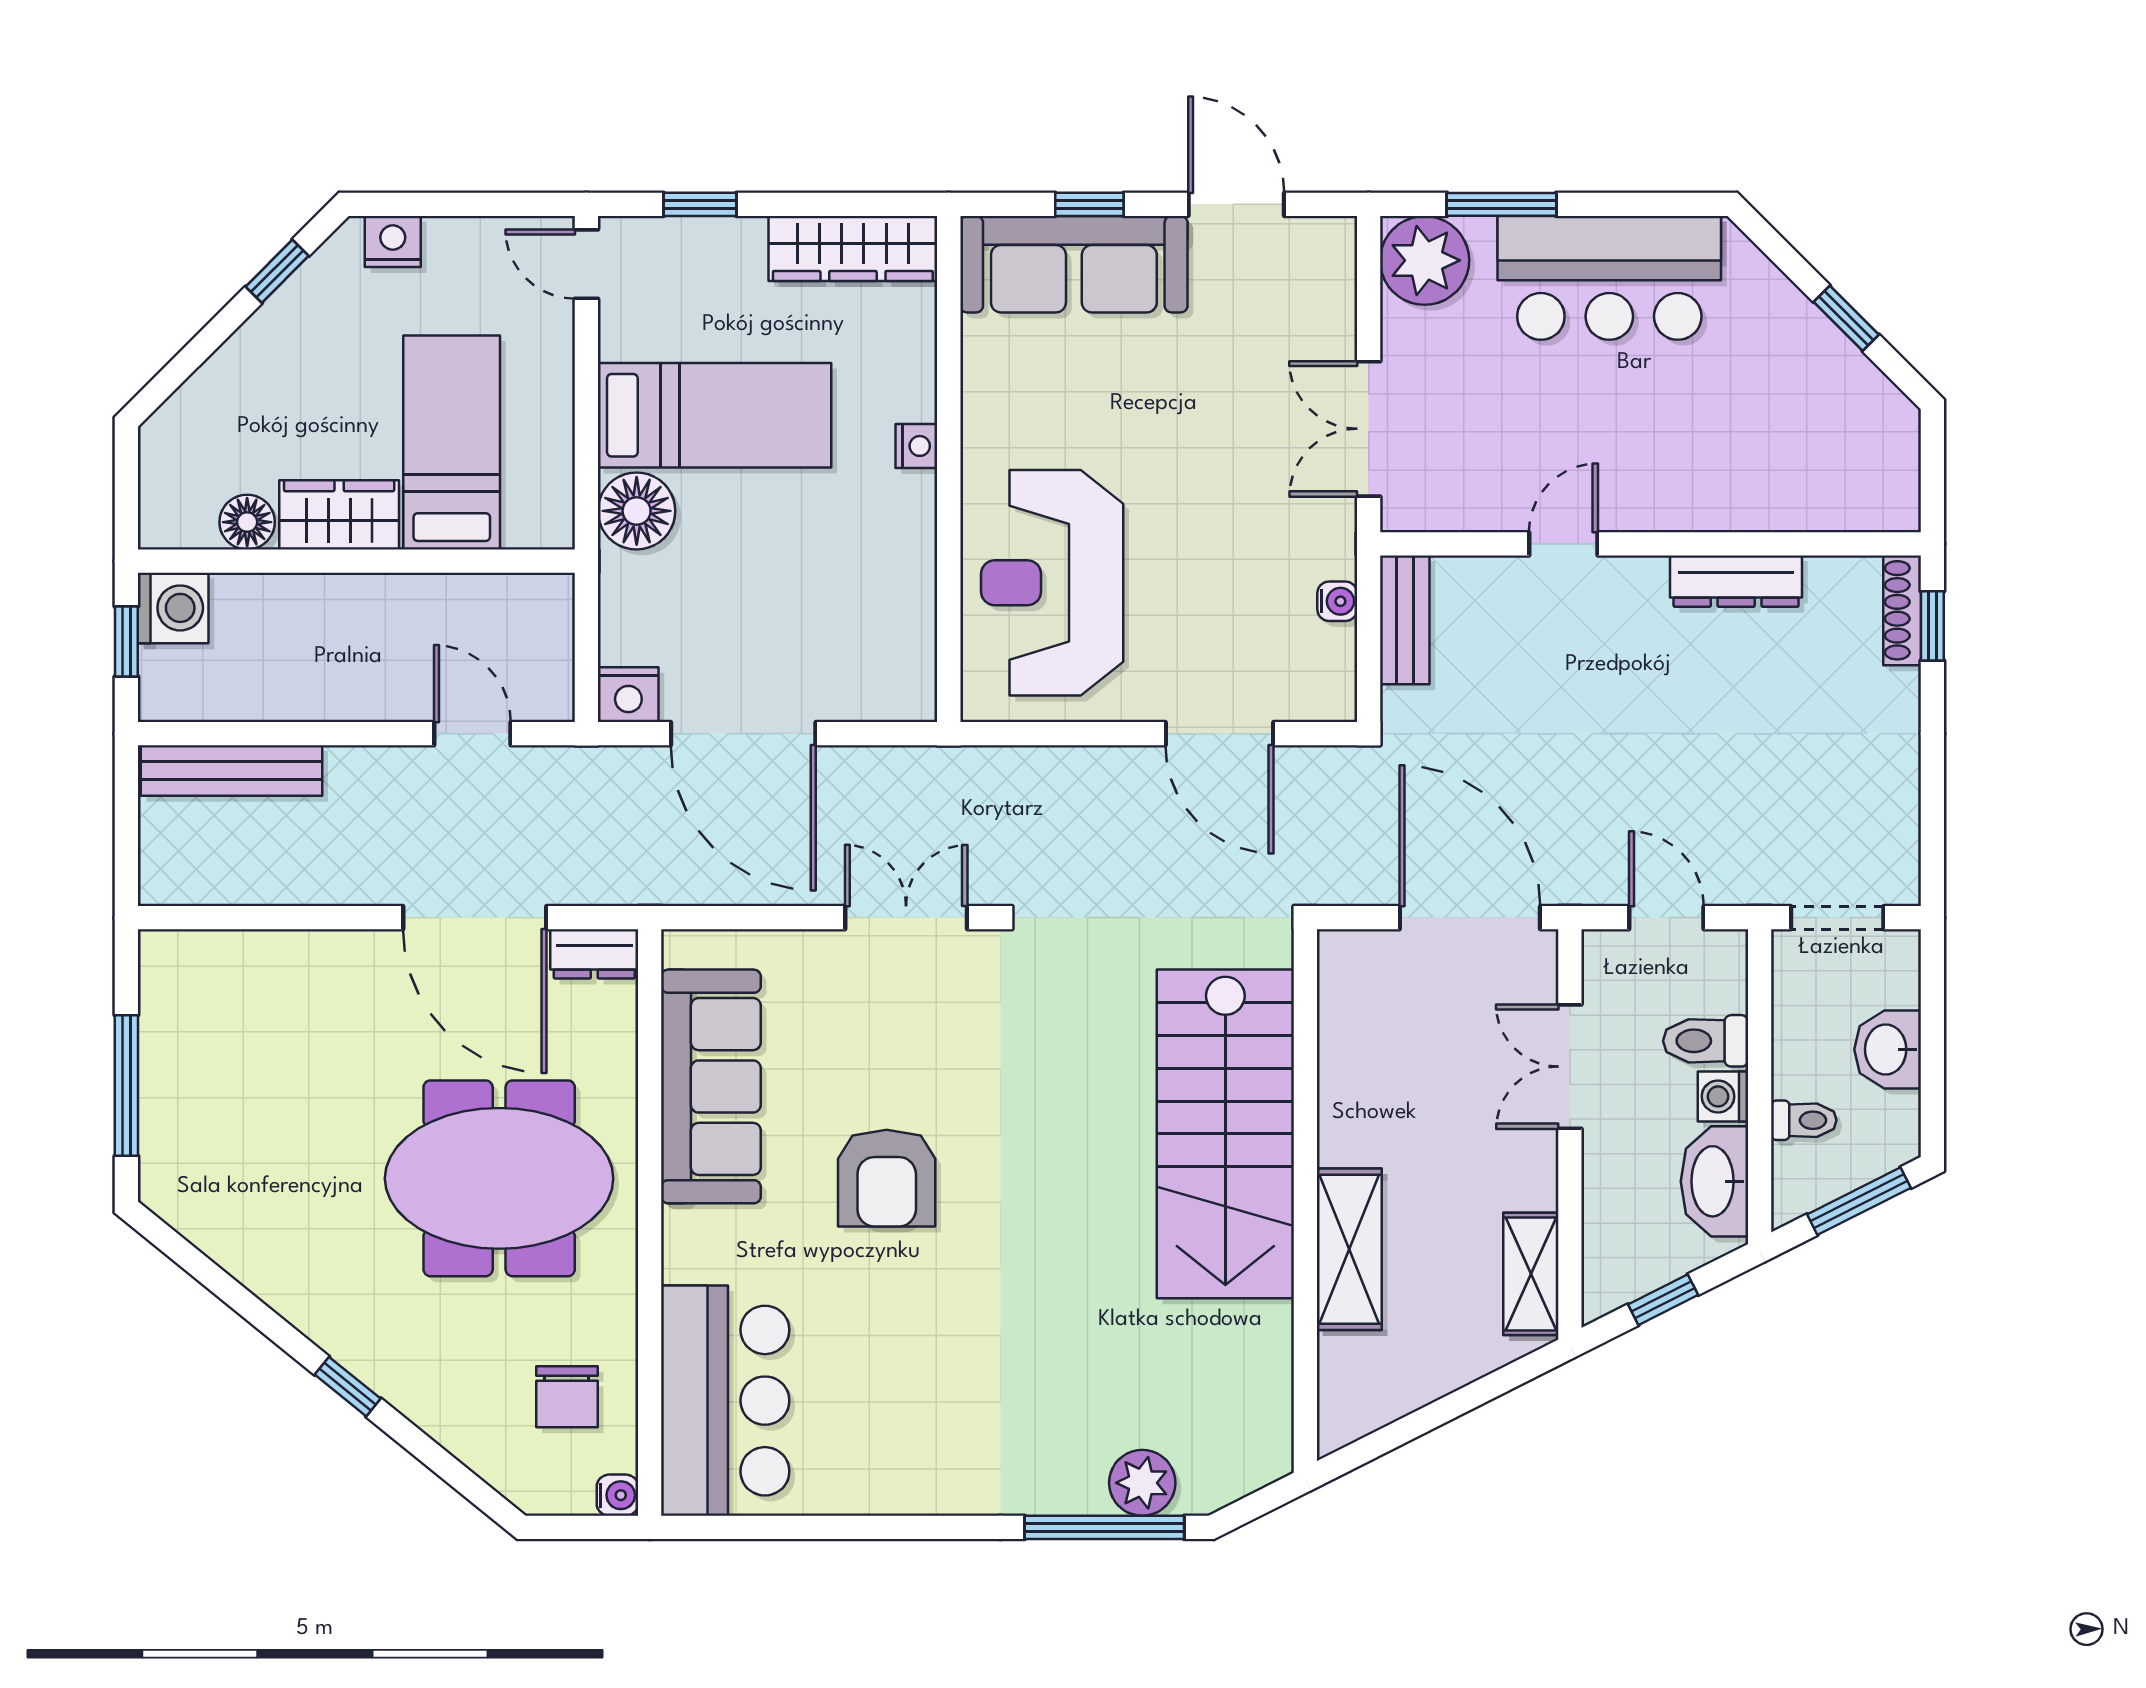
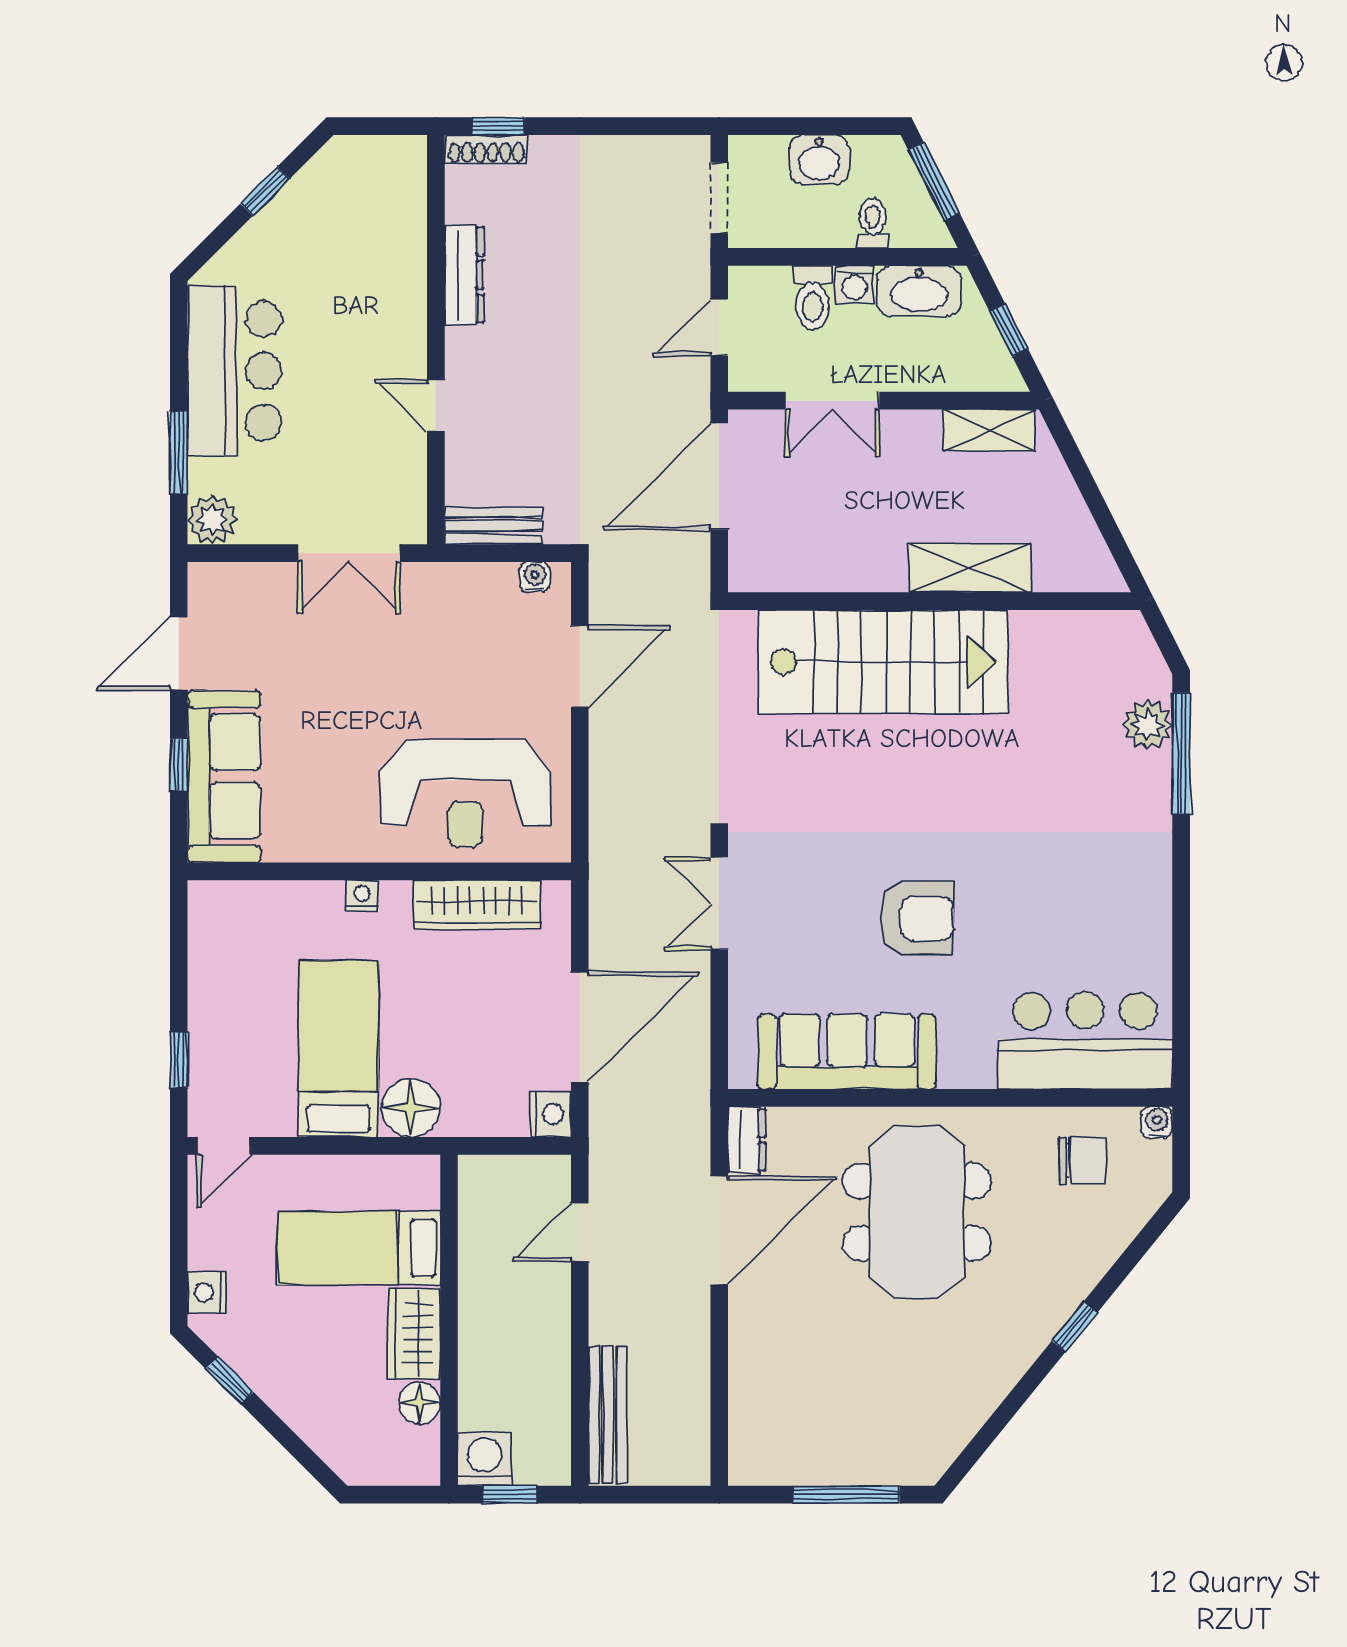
wardrobe: (853, 249) -> (477, 905), moved, turned 90
plant: (1425, 260) -> (212, 520), width x0.73, depth x0.73
water cooler: (1337, 601) -> (535, 577), moved

